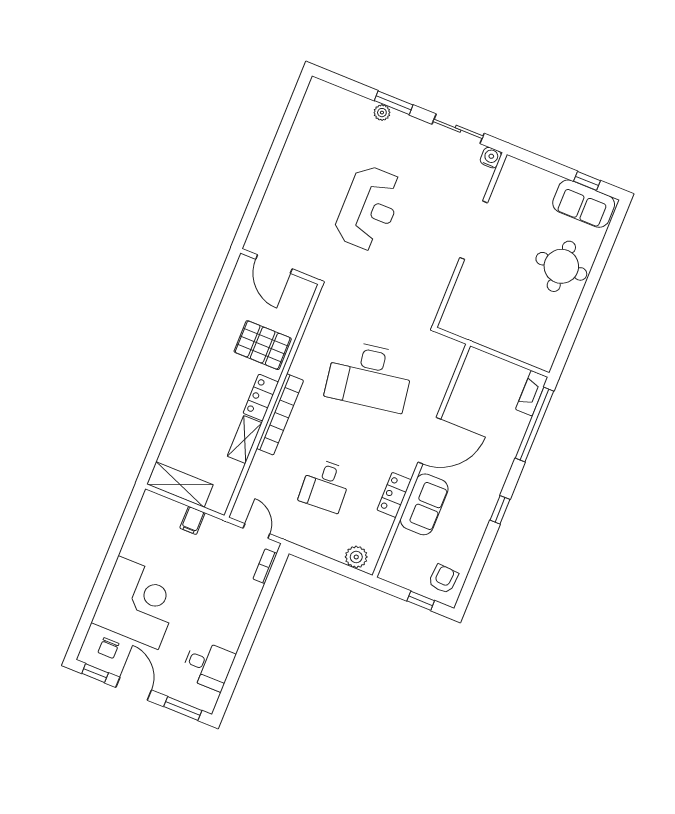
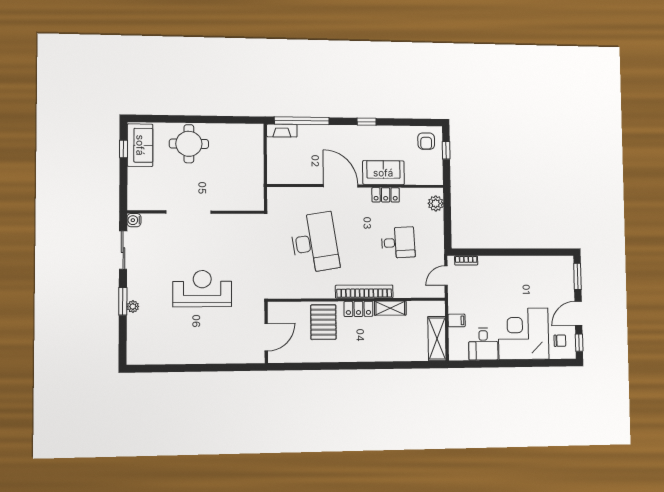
armchair: (443, 579) -> (426, 141), turned -94
desk: (208, 665) -> (483, 344), moved, turned 180

